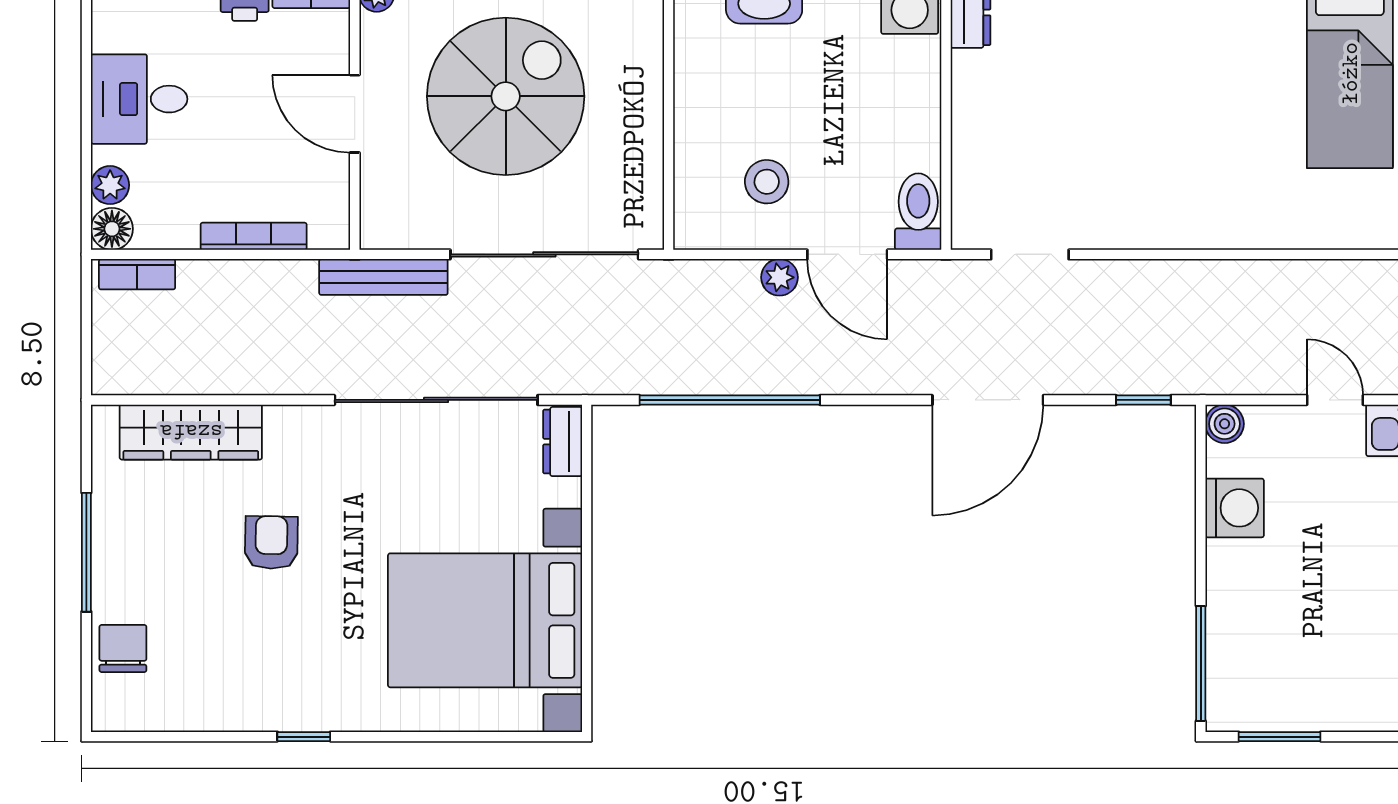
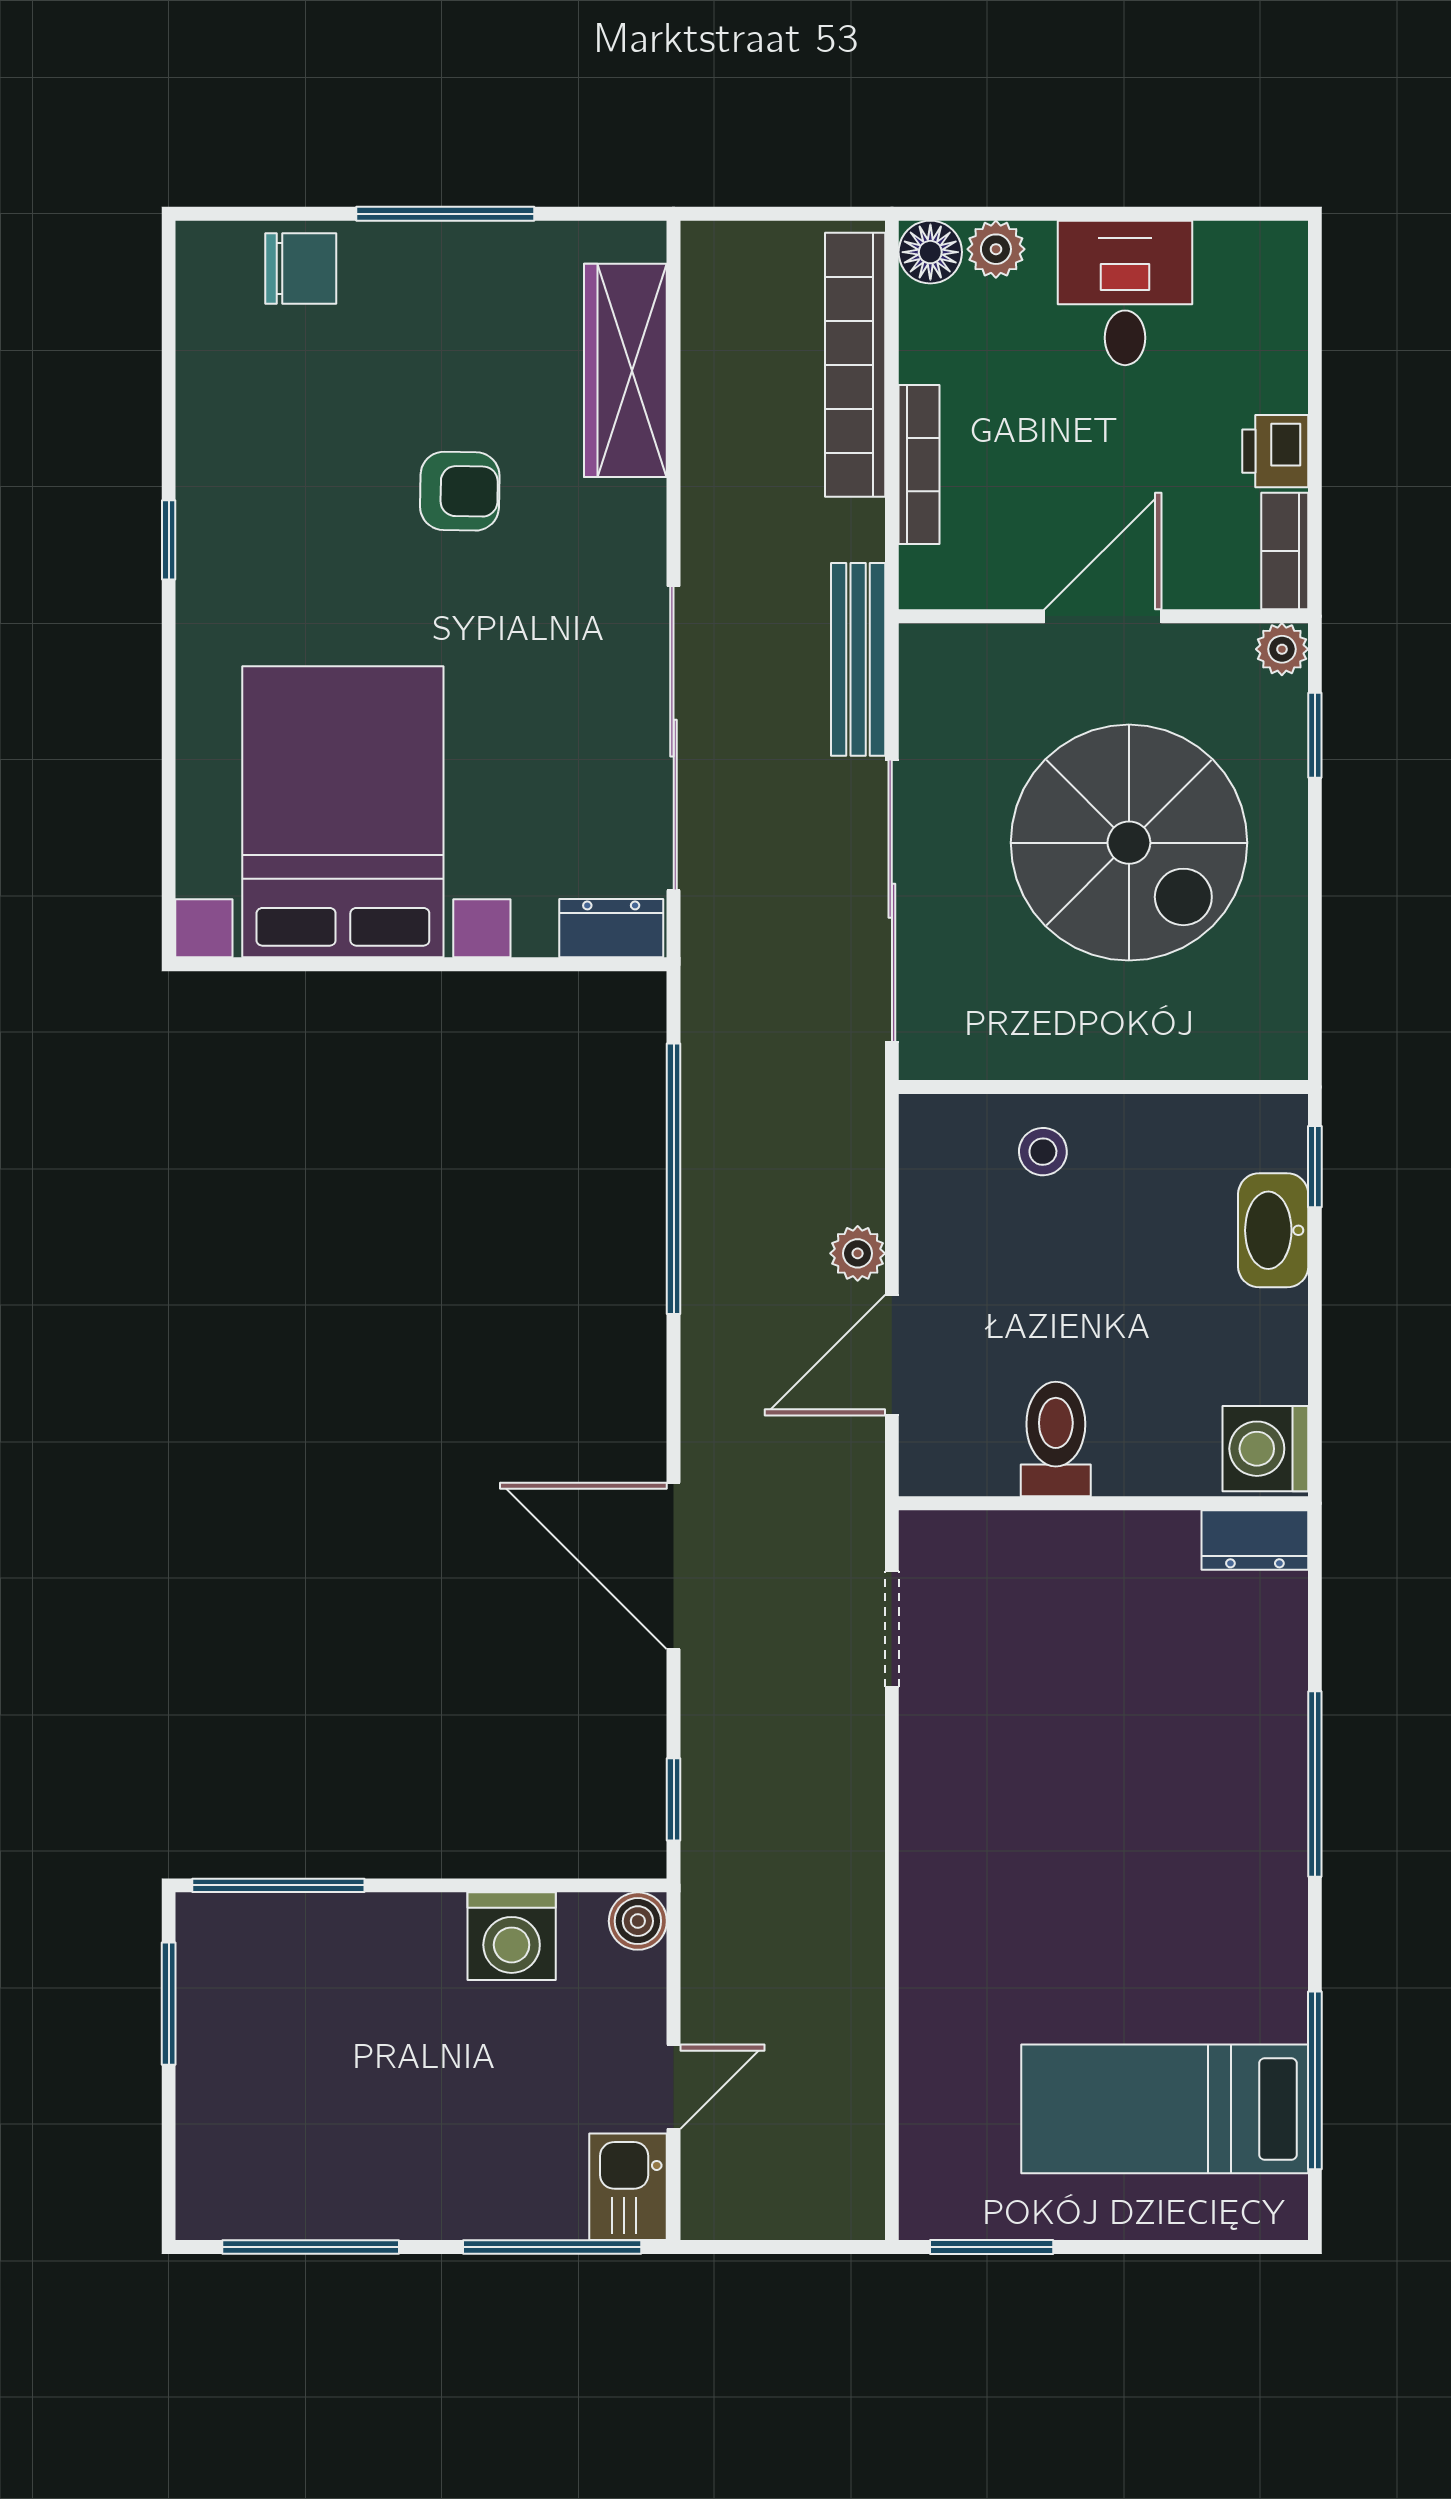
stool: (767, 182) -> (1043, 1152), moved, width x0.73, depth x0.73
toilet: (918, 212) -> (1056, 1439), moved, turned -90
bookcase: (137, 274) -> (855, 365), width x2.31, depth x1.31

